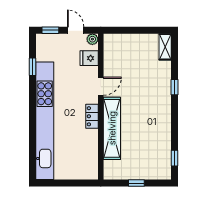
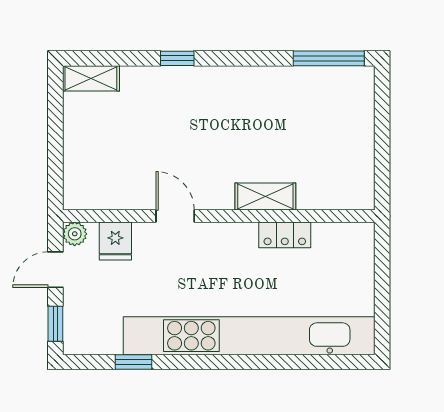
locker: (92, 116) -> (285, 235), moved
shelving: (112, 128) -> (265, 197), width x0.45, depth x0.75
window: (174, 158) -> (329, 58), width x2.17
window: (136, 183) -> (382, 140), removed

